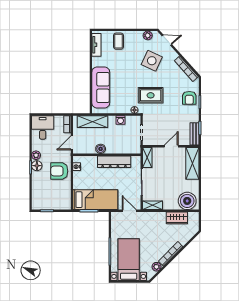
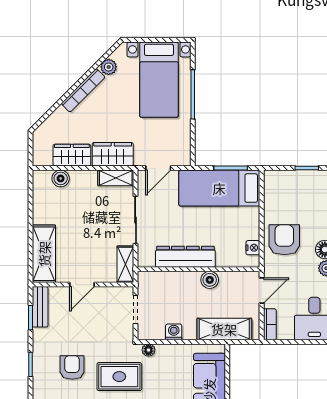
armchair: (189, 98) -> (72, 367), moved
armchair: (59, 171) -> (284, 240), turned -90
boiler: (187, 201) -> (61, 178), width x0.54, depth x0.54
door: (129, 211) -> (158, 168), hinge flipped
wardrobe: (154, 218) -> (113, 154), added

